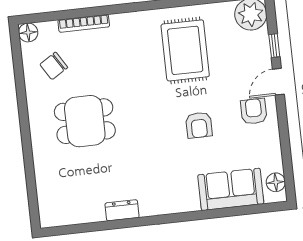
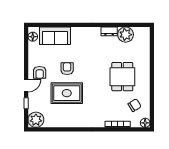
rug: (185, 50) -> (67, 93), moved, turned 90
dining table: (85, 121) -> (122, 77), turned 90
plant: (88, 207) -> (126, 35), added

